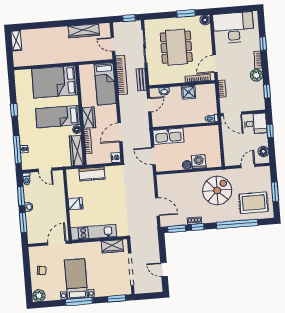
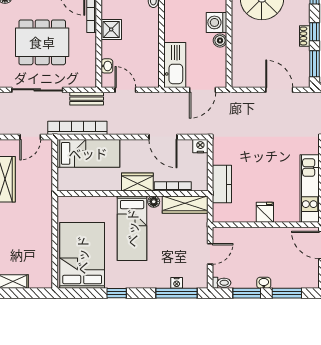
bed: (55, 82) -> (82, 255), moved, turned 180
door: (157, 207) -> (279, 90), hinge flipped

